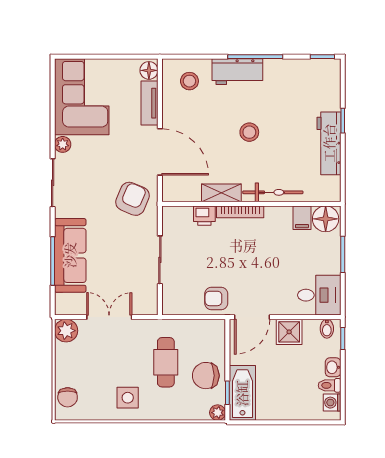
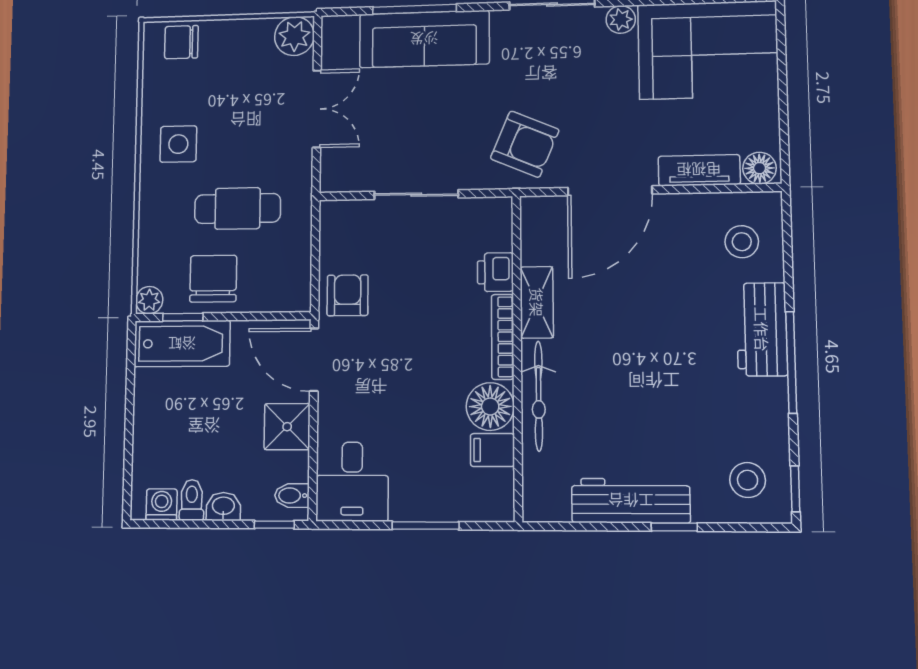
stool: (249, 132) -> (748, 480), moved
floor lamp: (326, 219) -> (490, 407), moved

